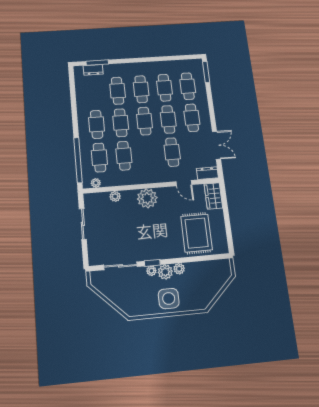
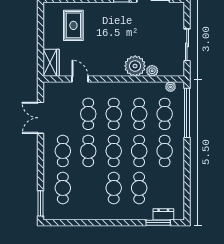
cafe table: (164, 88) -> (114, 114), moved
dresser: (207, 173) -> (54, 88), removed
plant: (147, 198) -> (135, 66), moved
rug: (197, 233) -> (73, 25), width x0.73, depth x0.70

